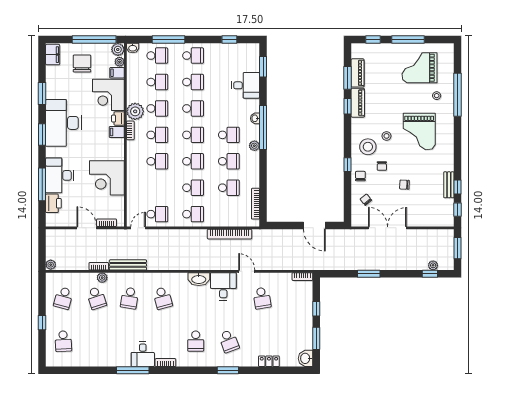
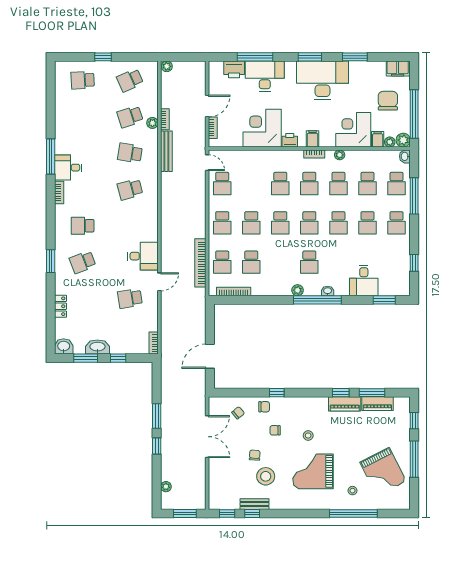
chair: (82, 63) -> (388, 101), turned -90
grand piano: (419, 68) -> (383, 472), turned 153
plant: (135, 111) -> (340, 155), width x0.53, depth x0.53
printer: (118, 119) -> (290, 140), moved
stool: (368, 147) -> (266, 476), moved
school desk: (229, 161) -> (222, 262), moved
window: (430, 274) -> (157, 446), moved
washbasin: (199, 279) -> (97, 347), moved, turned 90
school desk: (63, 298) -> (130, 80), turned -39

